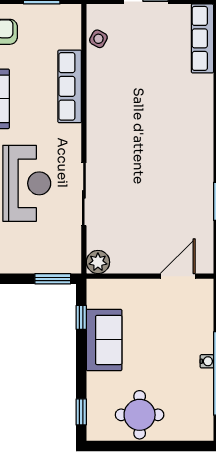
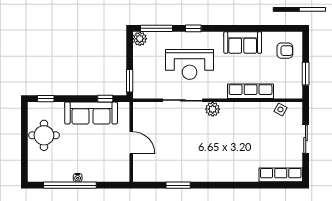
plant: (98, 262) -> (213, 109), moved
door: (178, 276) -> (131, 143), moved
sofa: (104, 340) -> (91, 113), width x1.36

